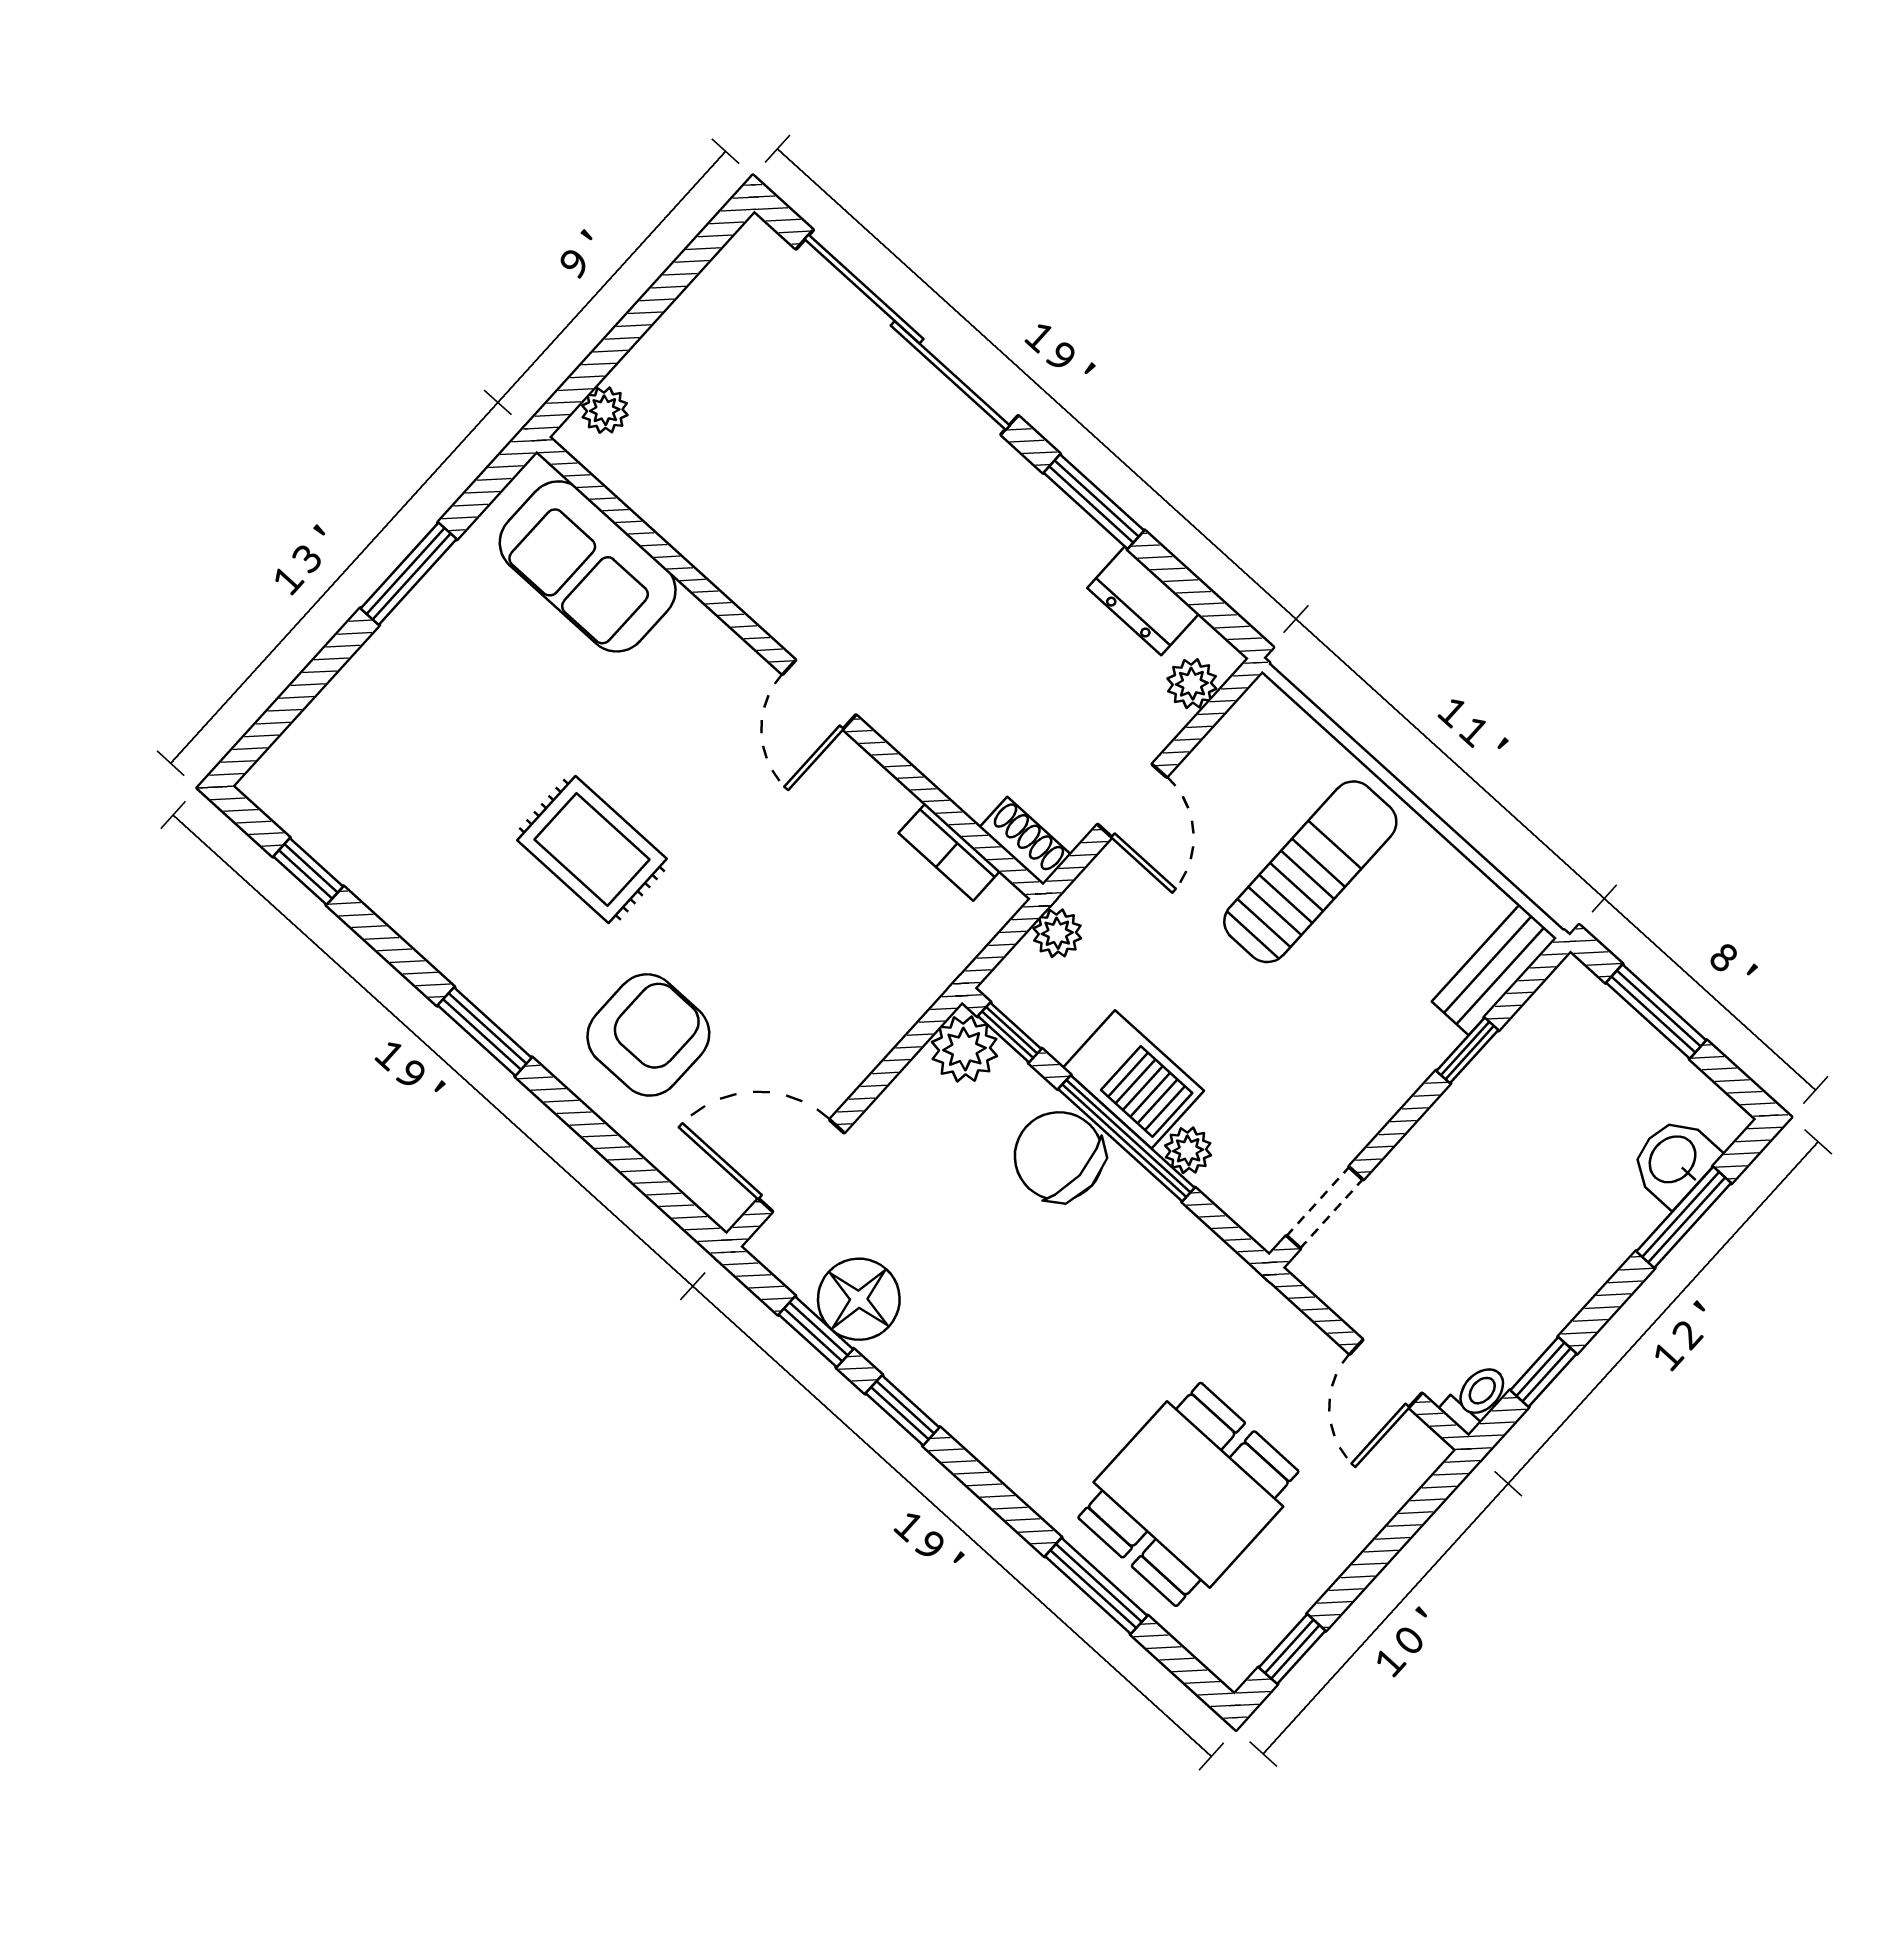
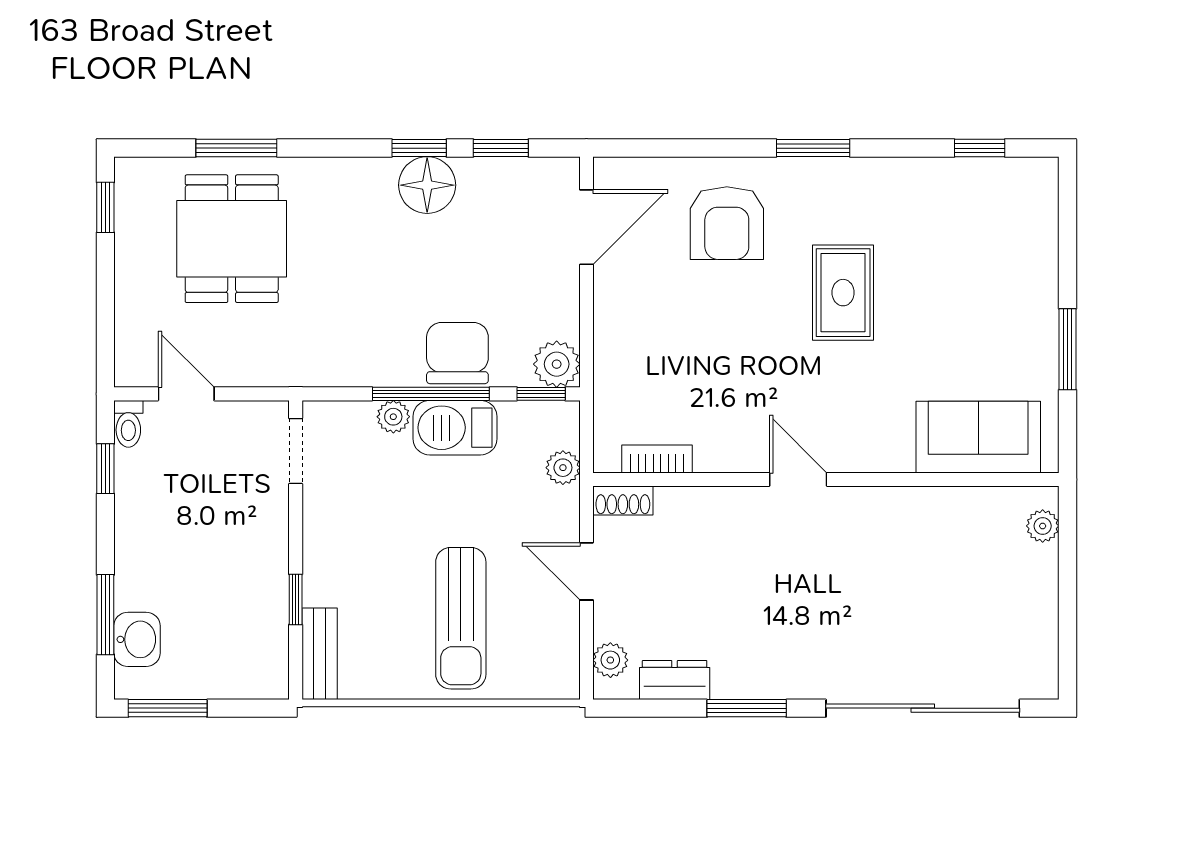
rug: (592, 850) -> (843, 293), turned 90
window: (1656, 1012) -> (168, 708), moved
chair: (1059, 1156) -> (457, 353), turned -90
floor lamp: (859, 1299) -> (427, 185), moved

